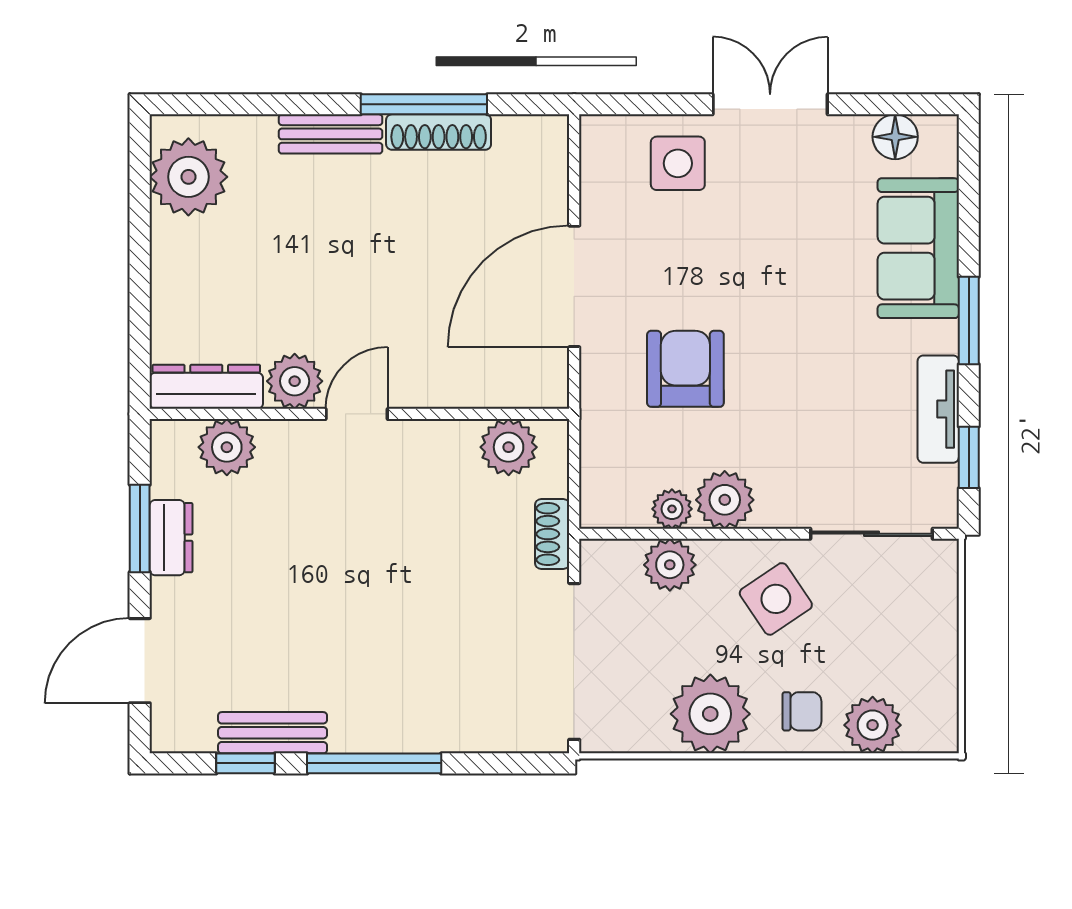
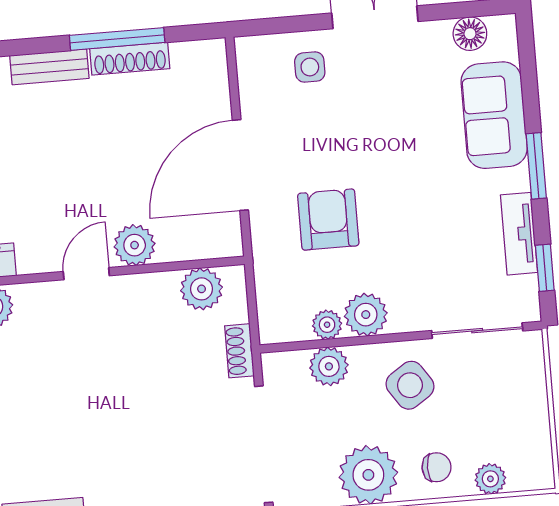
side table: (678, 163) -> (310, 67), width x0.73, depth x0.73
plant: (295, 381) -> (135, 245), moved
plant: (873, 725) -> (490, 479), width x0.73, depth x0.73

